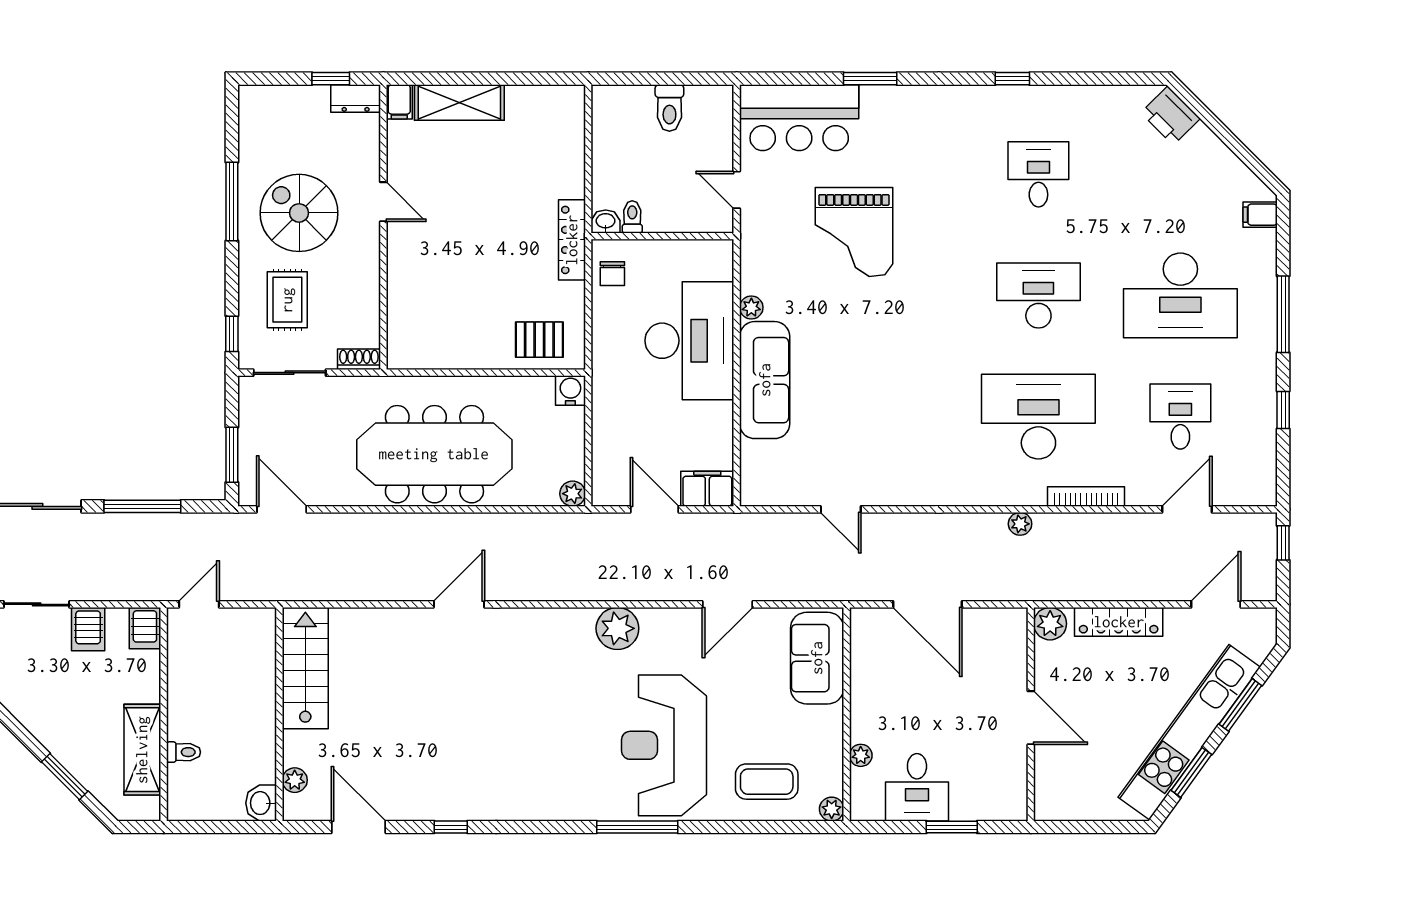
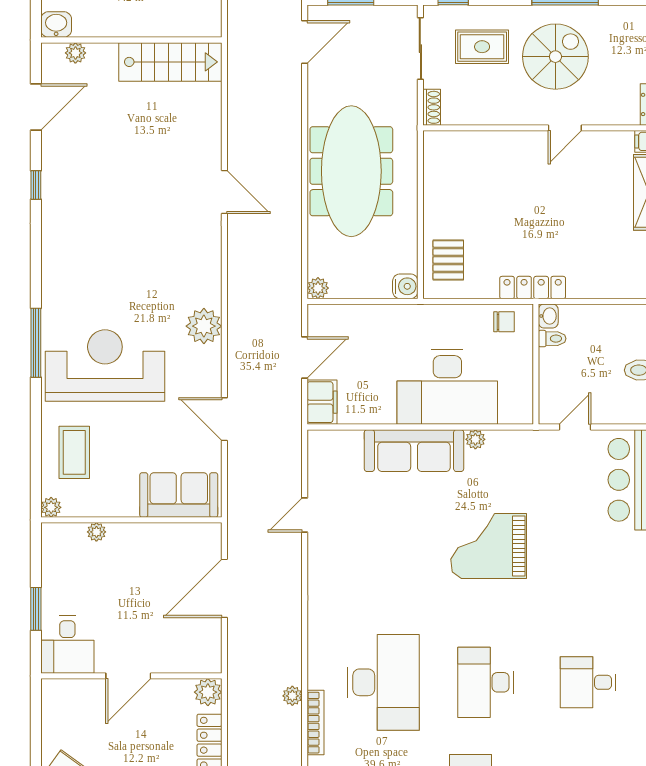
desk: (1038, 174) -> (588, 682), turned 180
grand piano: (854, 232) -> (489, 546), moved
chair: (612, 274) -> (504, 322), turned 180
desk: (1038, 295) -> (486, 682), turned 180
plant: (1020, 524) -> (292, 696), moved
desk: (917, 787) -> (67, 645), moved, turned -90

